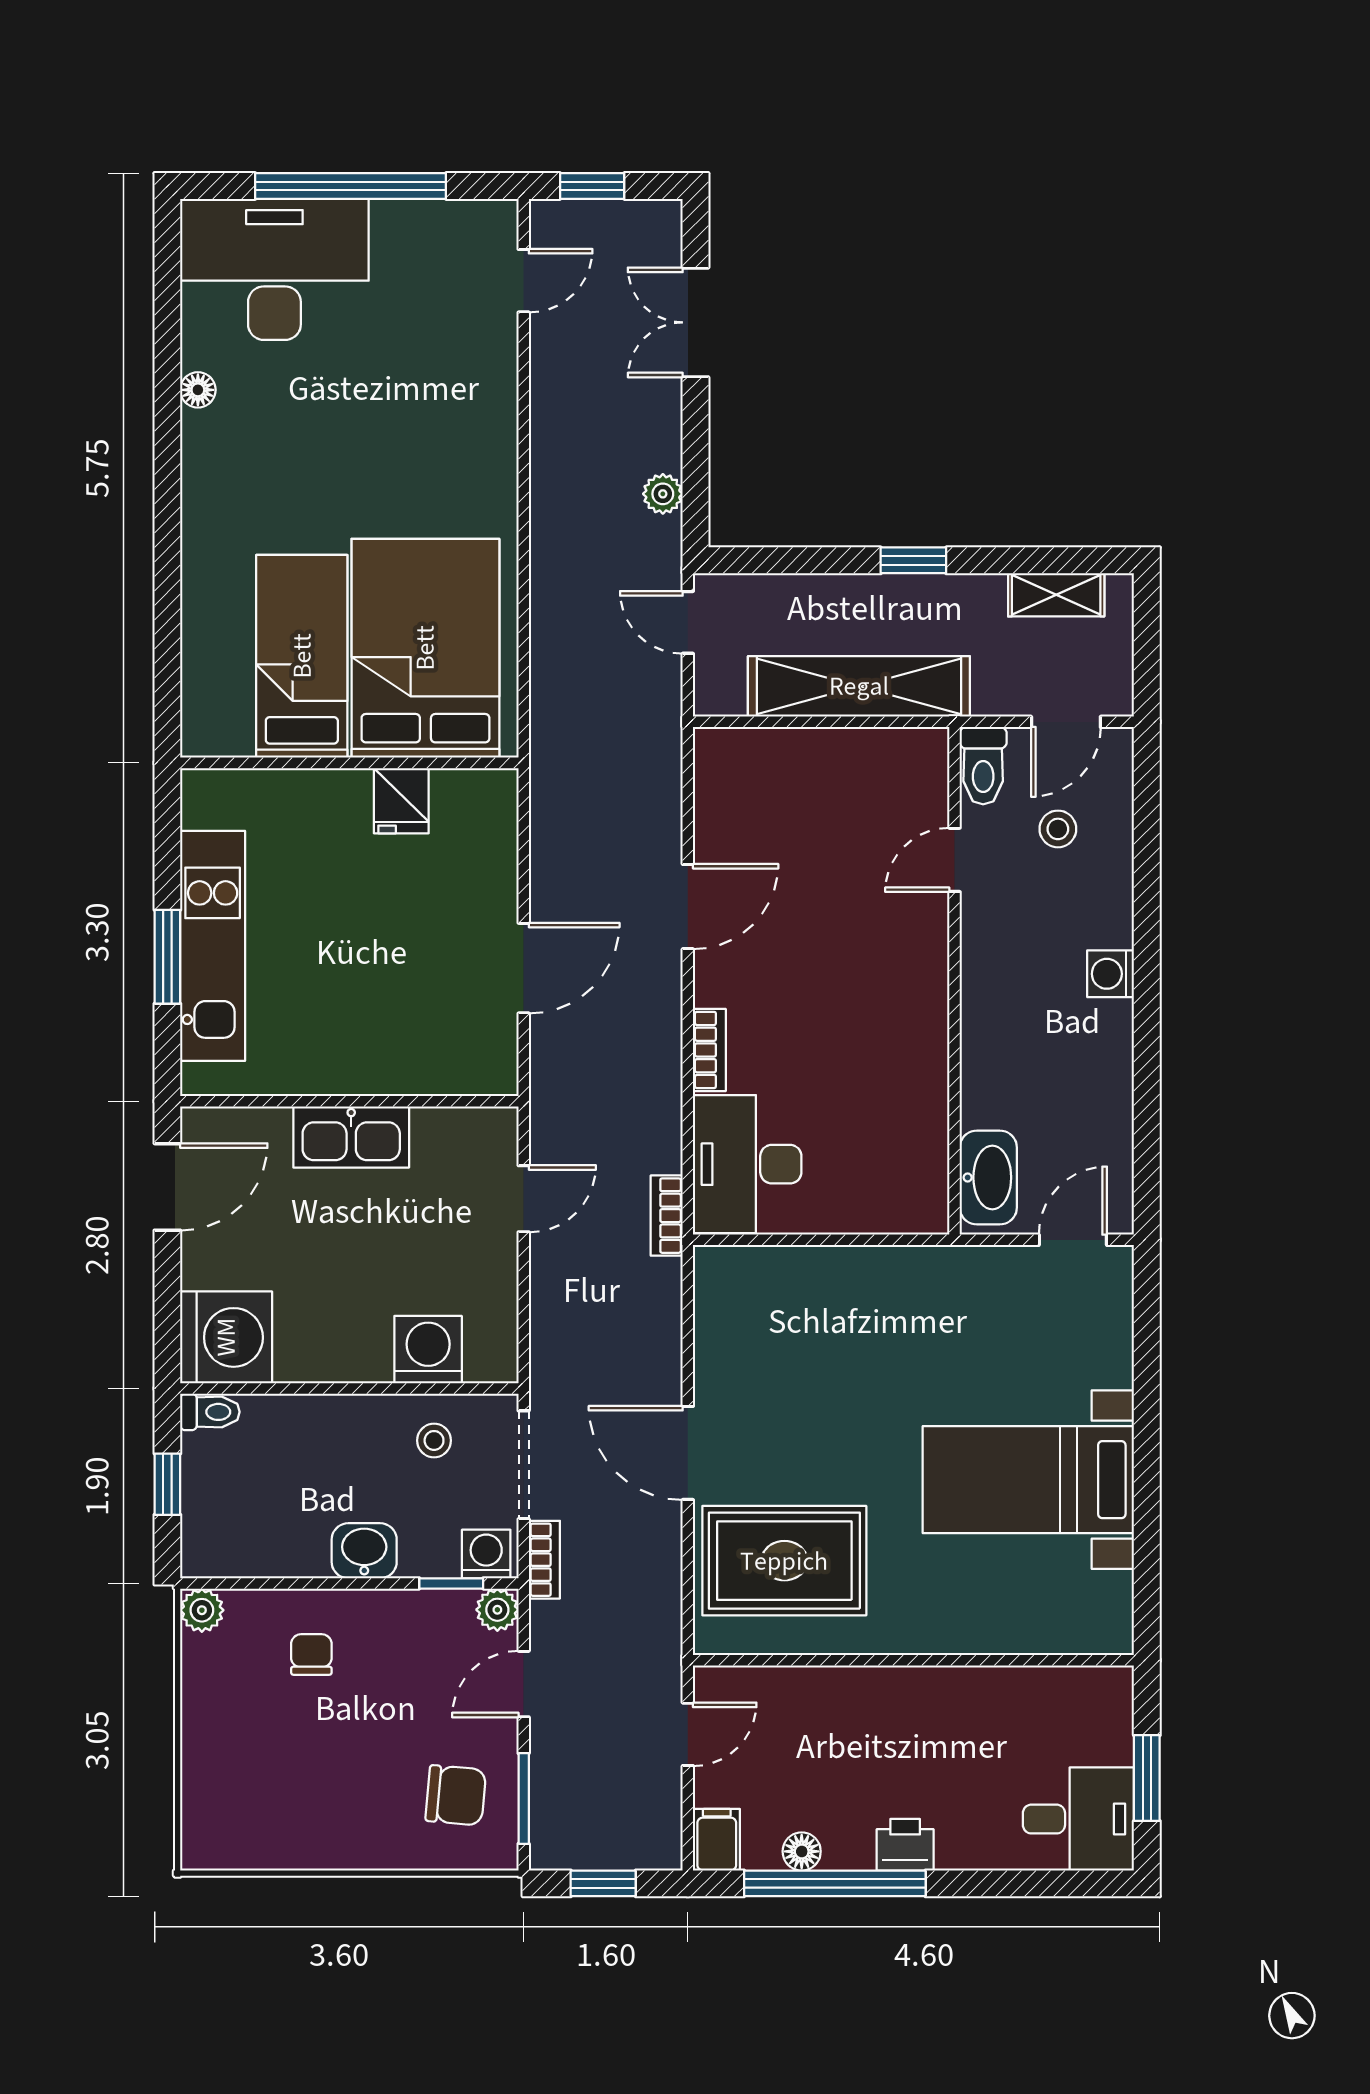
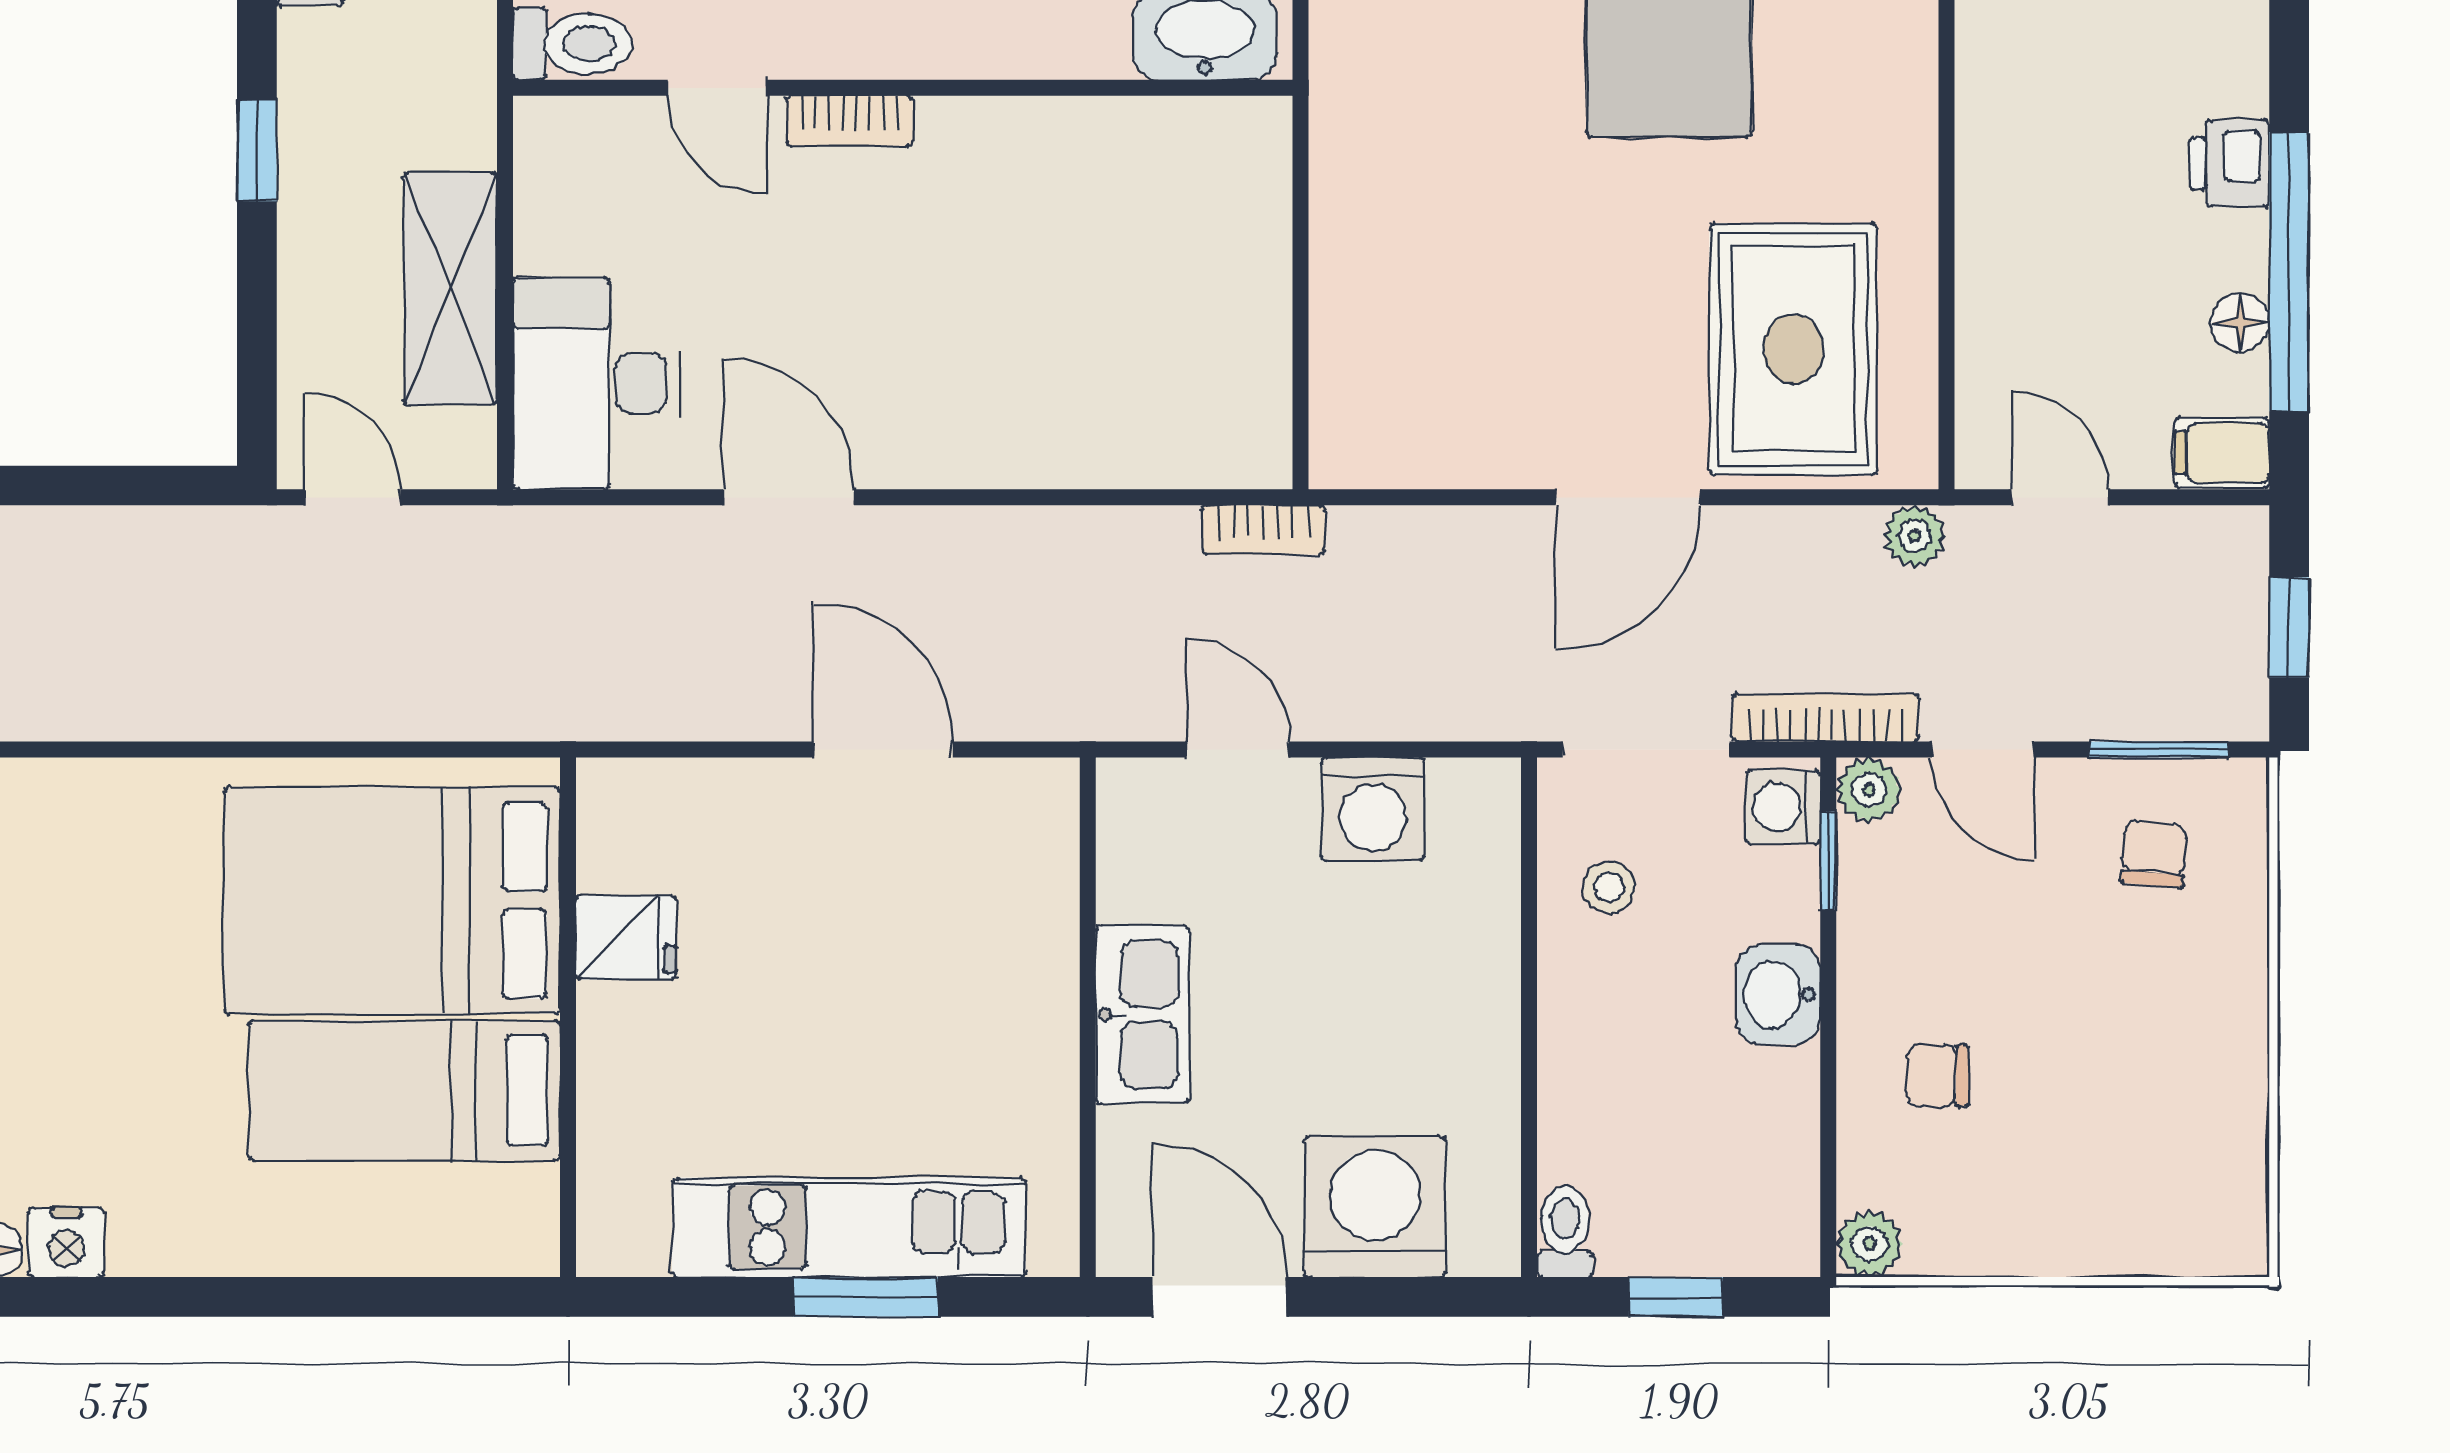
nightstand: (203, 436) -> (66, 1242), added
plant: (663, 494) -> (1914, 536), moved
door: (688, 622) -> (352, 497), swing flipped
shelving: (859, 686) -> (451, 289), width x0.68
bookcase: (709, 1050) -> (849, 121), moved, turned 180
desk: (747, 1164) -> (596, 383), moved, turned 90
washing machine: (226, 1337) -> (1375, 1207), moved
washing machine: (428, 1350) -> (1373, 809), moved, turned -90
bookcase: (544, 1560) -> (1825, 718), width x1.56
chair: (456, 1795) -> (2154, 854), width x0.73, depth x0.73

